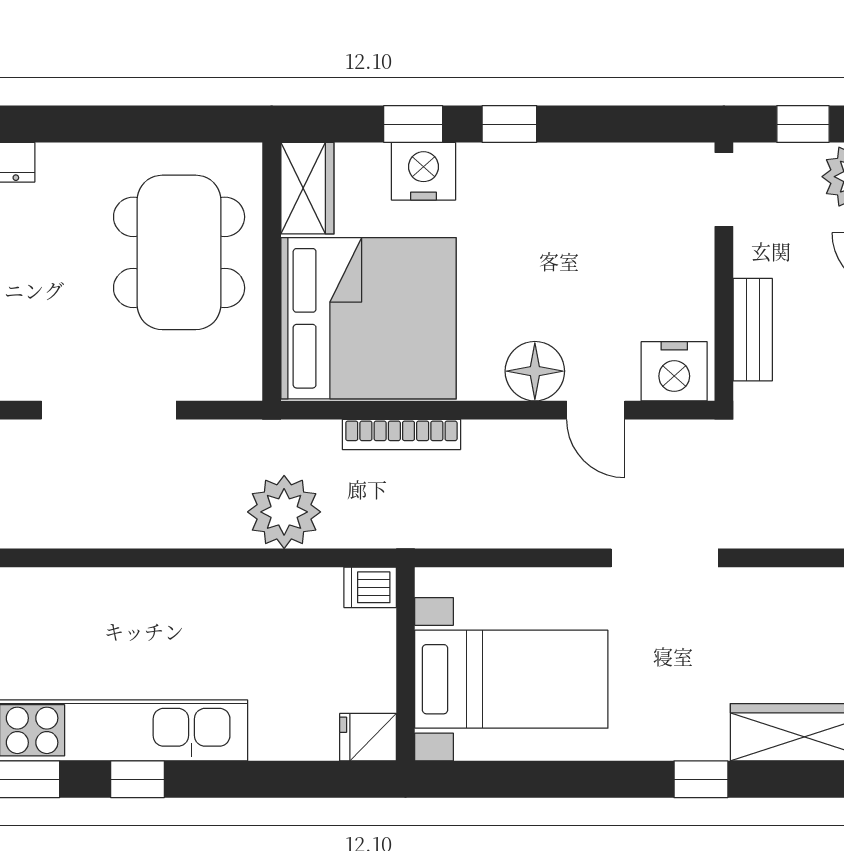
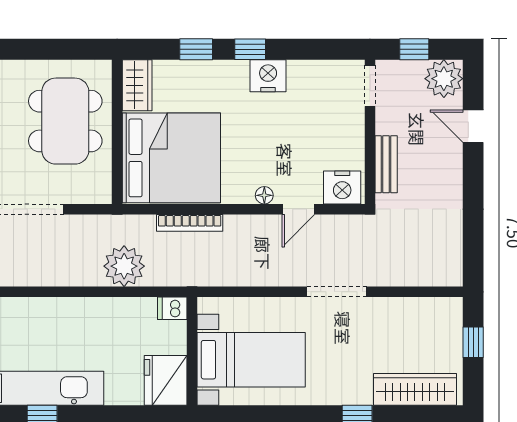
nightstand: (424, 171) -> (268, 76), moved
floor lamp: (535, 371) -> (264, 195), width x0.53, depth x0.53
door: (596, 410) -> (298, 209), hinge flipped
fridge: (368, 737) -> (166, 380), width x1.88, depth x1.34

